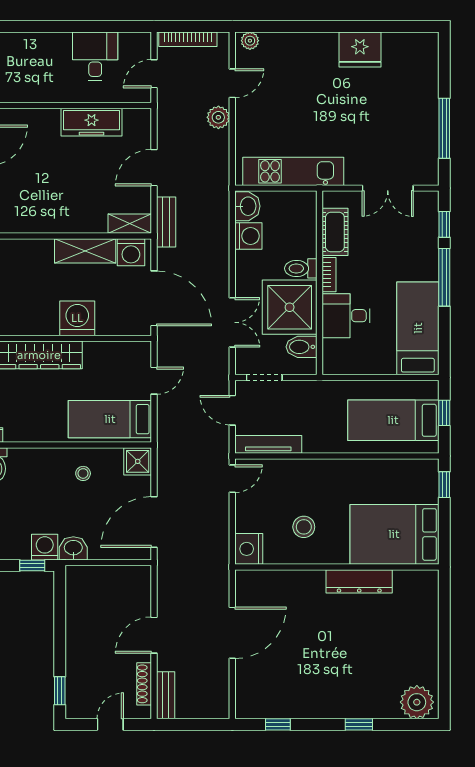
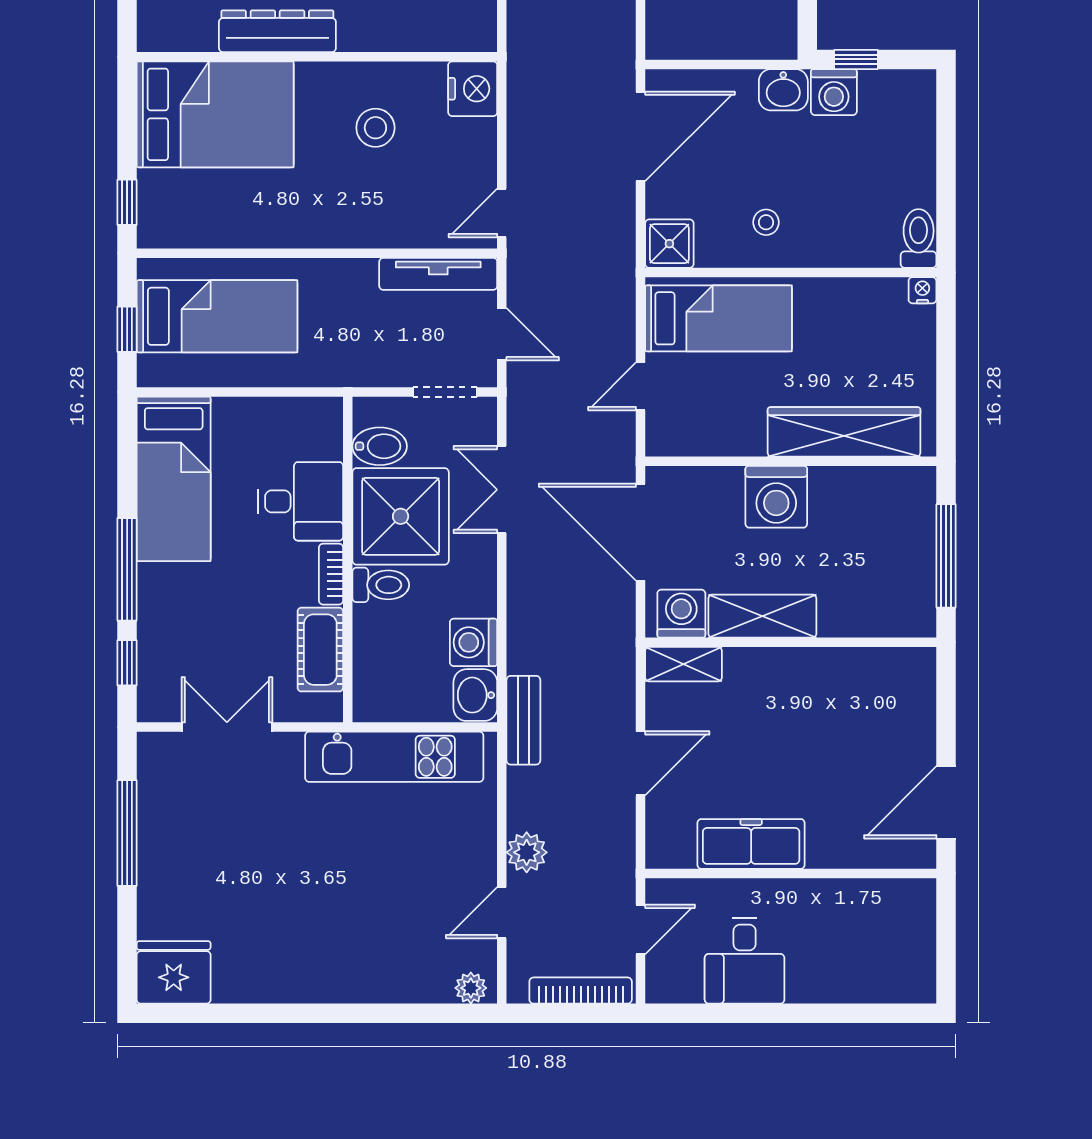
fridge: (360, 50) -> (174, 972), moved
bench: (166, 222) -> (523, 720), moved

